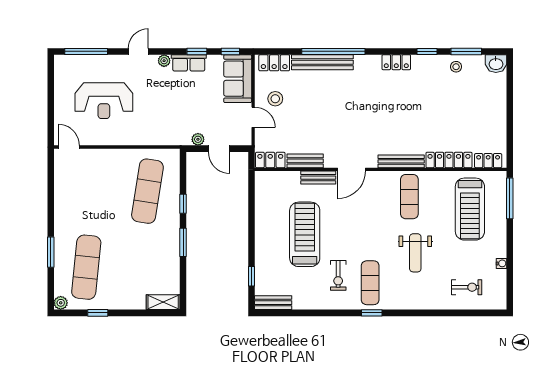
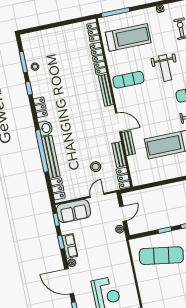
door: (138, 51) -> (69, 281), width x1.87
washbasin: (496, 64) -> (46, 128), moved
stool: (275, 99) -> (96, 167), moved
weight bench: (415, 253) -> (165, 68), turned 90

